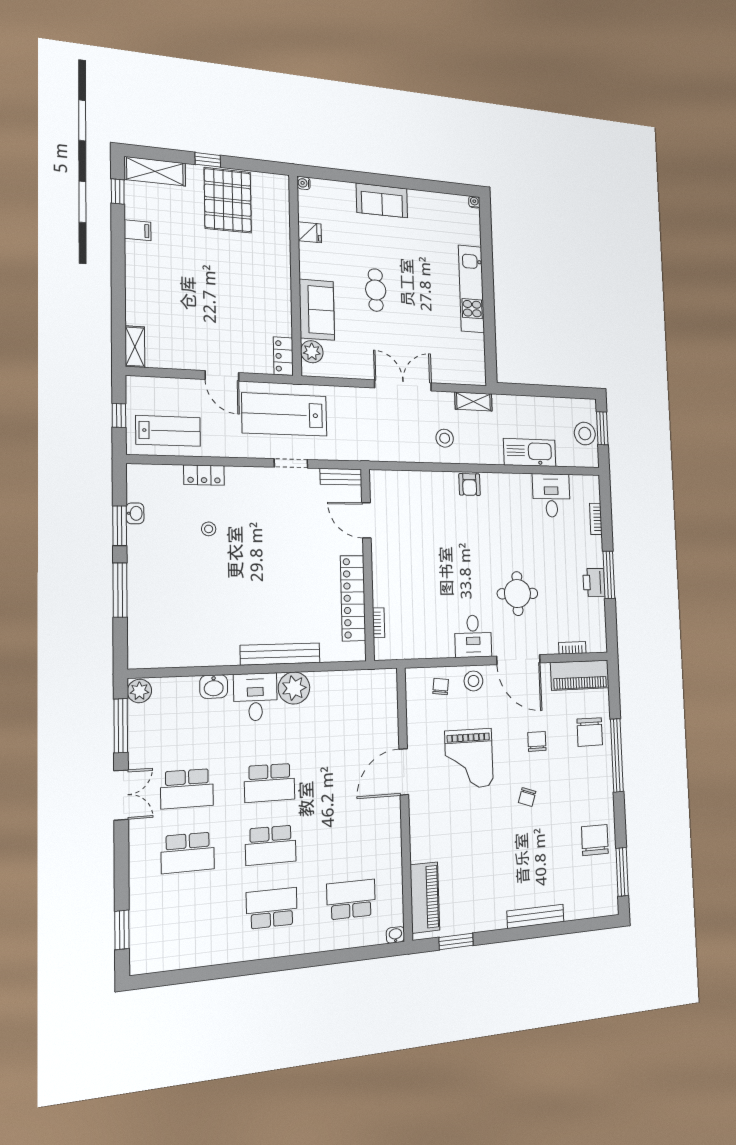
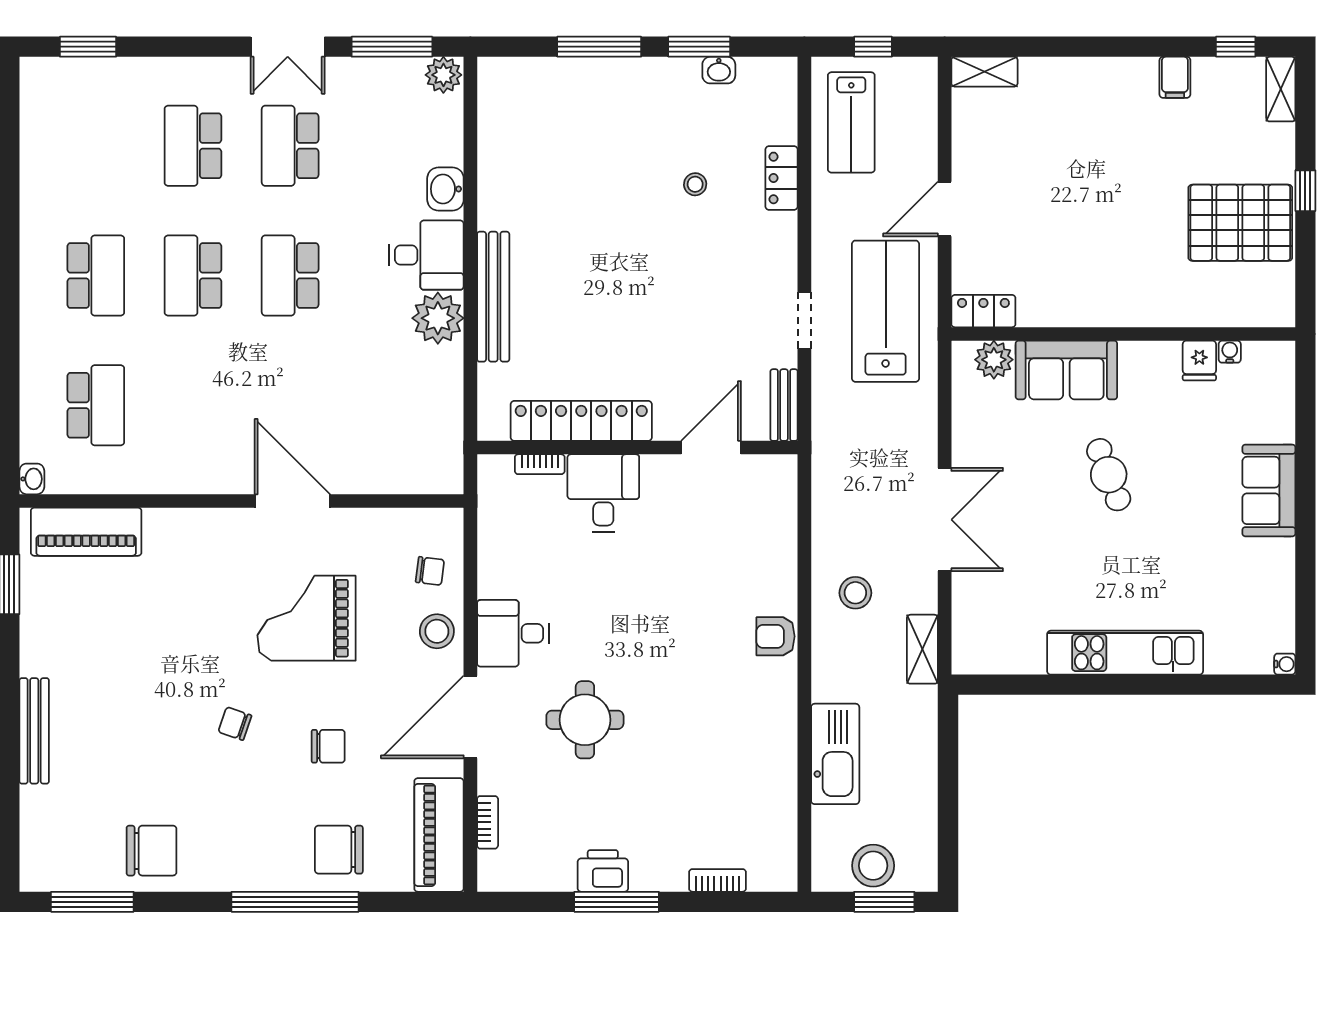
shelving: (155, 171) -> (1281, 89), width x0.67, depth x0.75
water cooler: (304, 183) -> (1230, 352), moved
cafe table: (376, 290) -> (1109, 475), turned 69
desk: (551, 495) -> (603, 493), moved, turned -90

